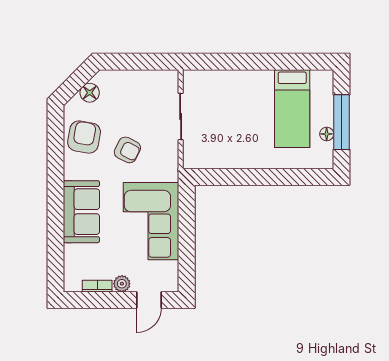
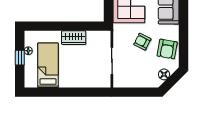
window: (341, 122) -> (20, 58), width x0.46
wardrobe: (247, 157) -> (74, 38), added

